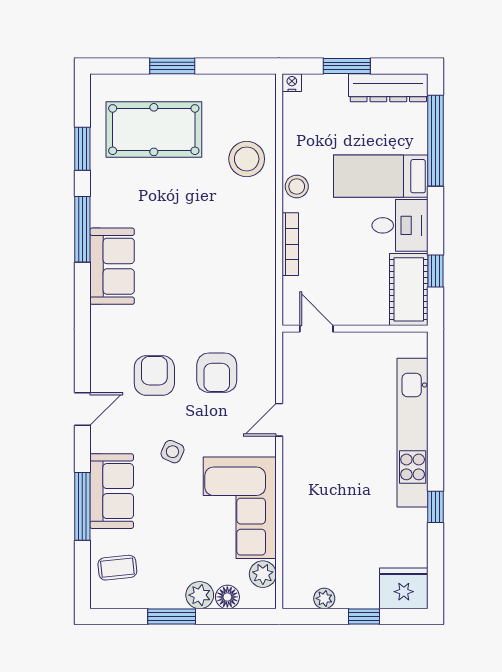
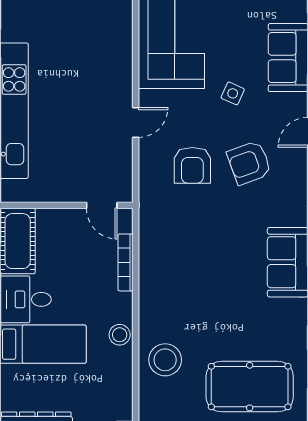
bookcase: (290, 244) -> (125, 262), moved
armchair: (217, 373) -> (192, 165), turned 180
armchair: (154, 375) -> (249, 163), turned 70

